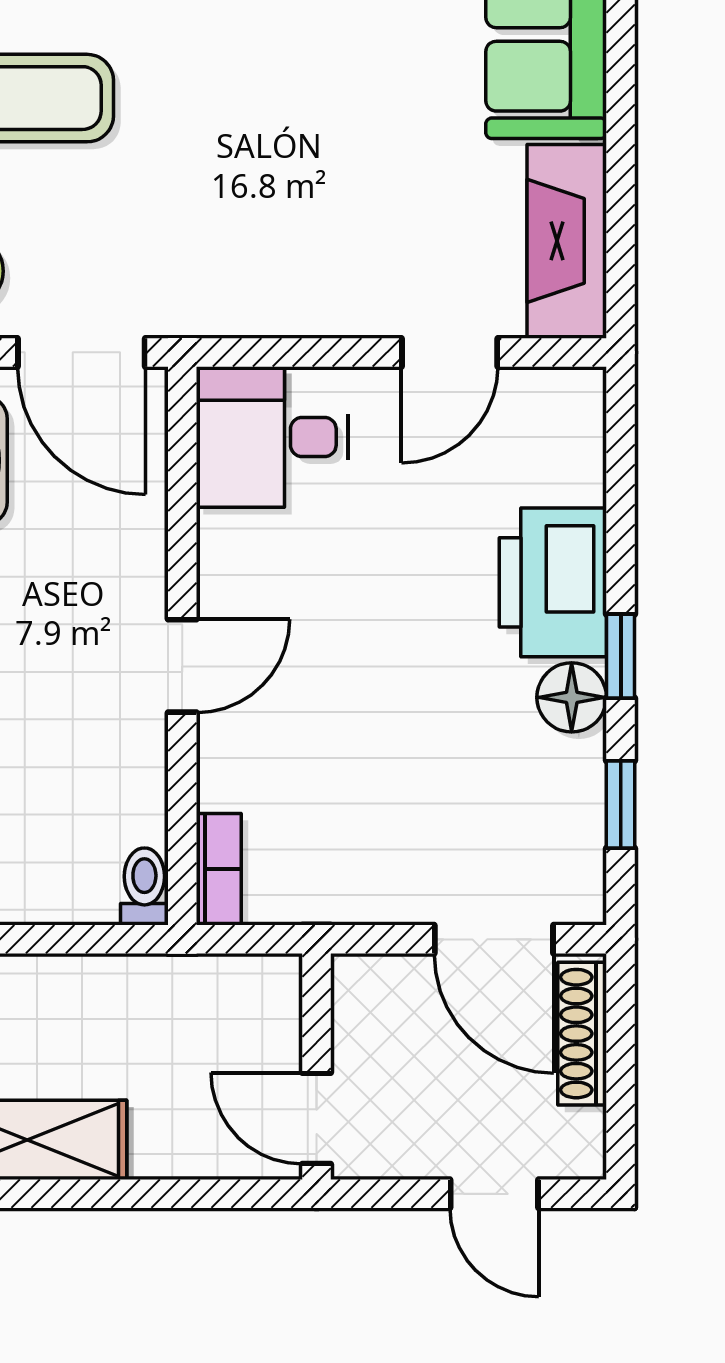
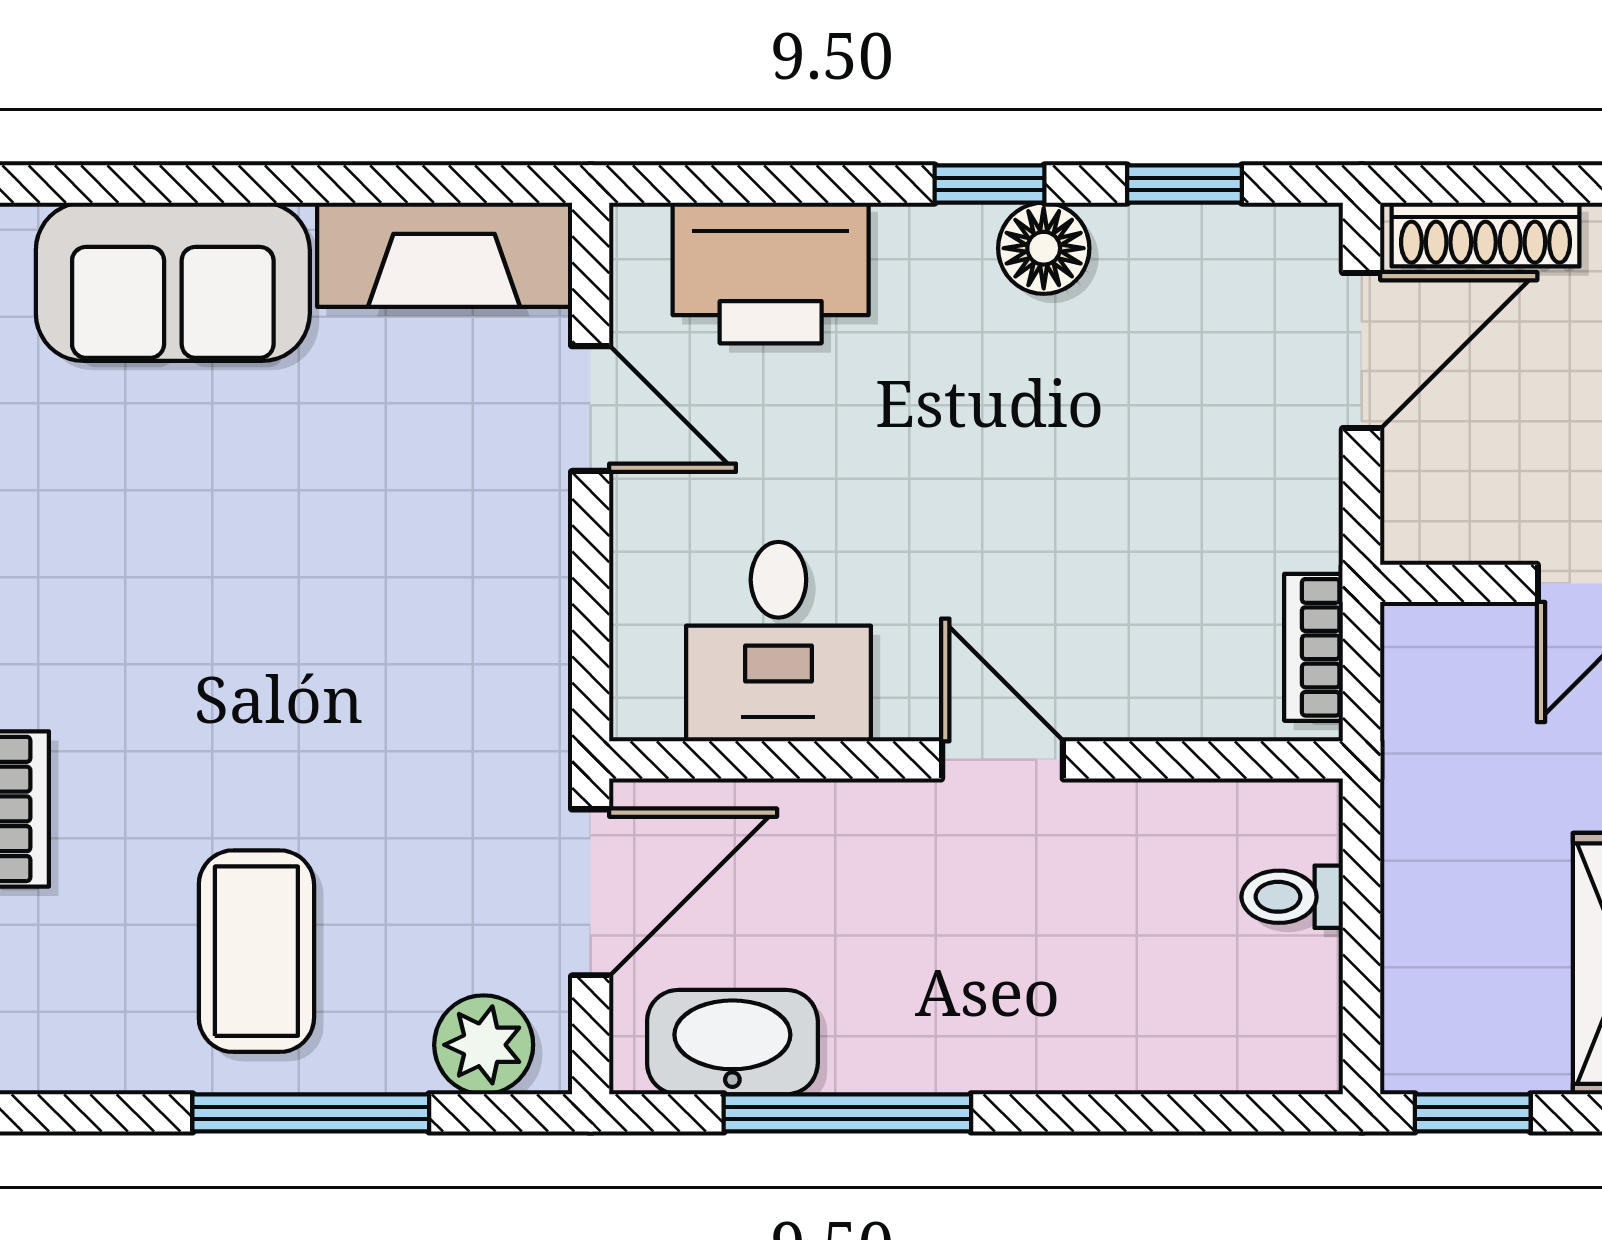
desk: (272, 437) -> (778, 642), moved
printer: (553, 582) -> (771, 273), moved
bookcase: (219, 869) -> (1314, 647), moved, turned -90
toilet: (144, 886) -> (1292, 897), moved

